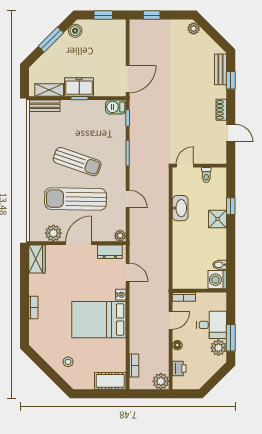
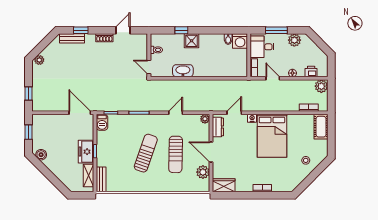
window: (51, 40) -> (48, 174), removed
sun lounger: (76, 199) -> (176, 154), width x0.73, depth x0.75
desk: (212, 325) -> (262, 47), moved, turned -90
window: (231, 338) -> (276, 30), moved

